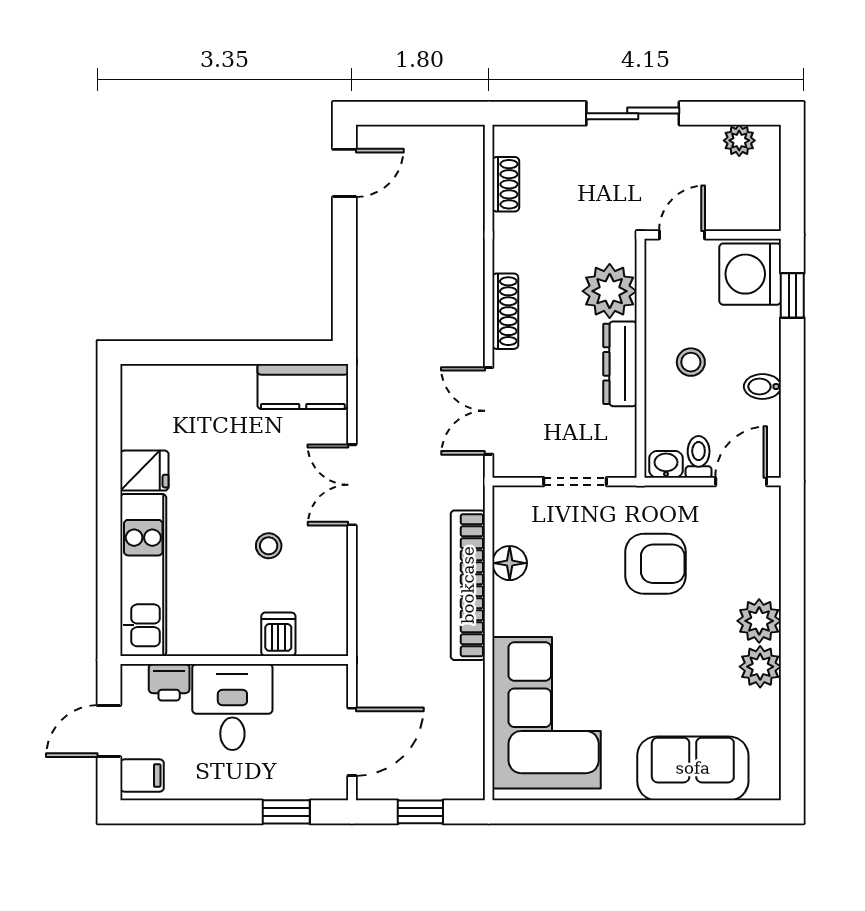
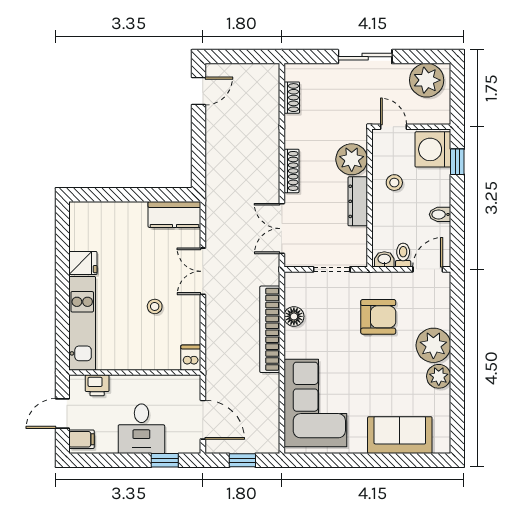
plant: (739, 140) -> (427, 80), width x1.87, depth x1.87
door: (682, 235) -> (394, 127), hinge flipped
stool: (691, 362) -> (394, 183), moved
plant: (759, 621) -> (433, 345), width x1.36, depth x1.36
dishwasher: (278, 634) -> (191, 358), moved
desk: (232, 707) -> (141, 429), moved, turned 180
door: (352, 742) -> (203, 420), hinge flipped

